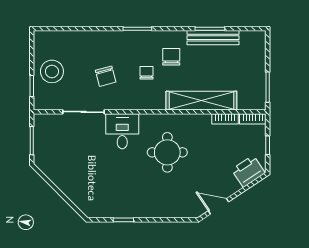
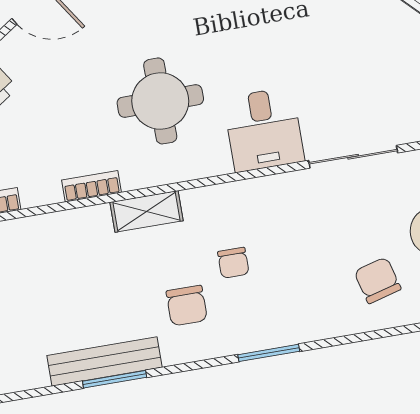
chair: (106, 76) -> (378, 280), moved
shelving: (201, 101) -> (146, 211), width x0.45, depth x0.75
bookcase: (225, 119) -> (92, 186), moved

